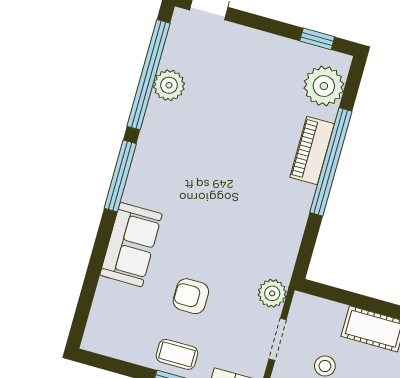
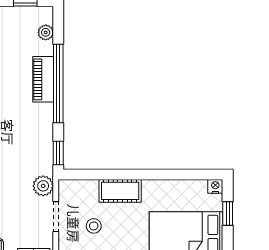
plant: (324, 86) -> (46, 32), width x0.53, depth x0.53
window: (305, 255) -> (58, 153), added

